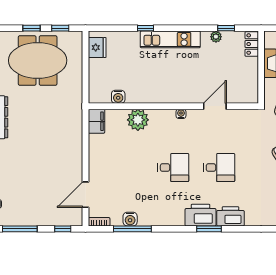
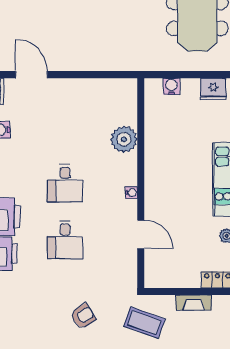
water cooler: (118, 97) -> (171, 86), moved, turned 90
filing cabinet: (96, 121) -> (122, 88), removed

